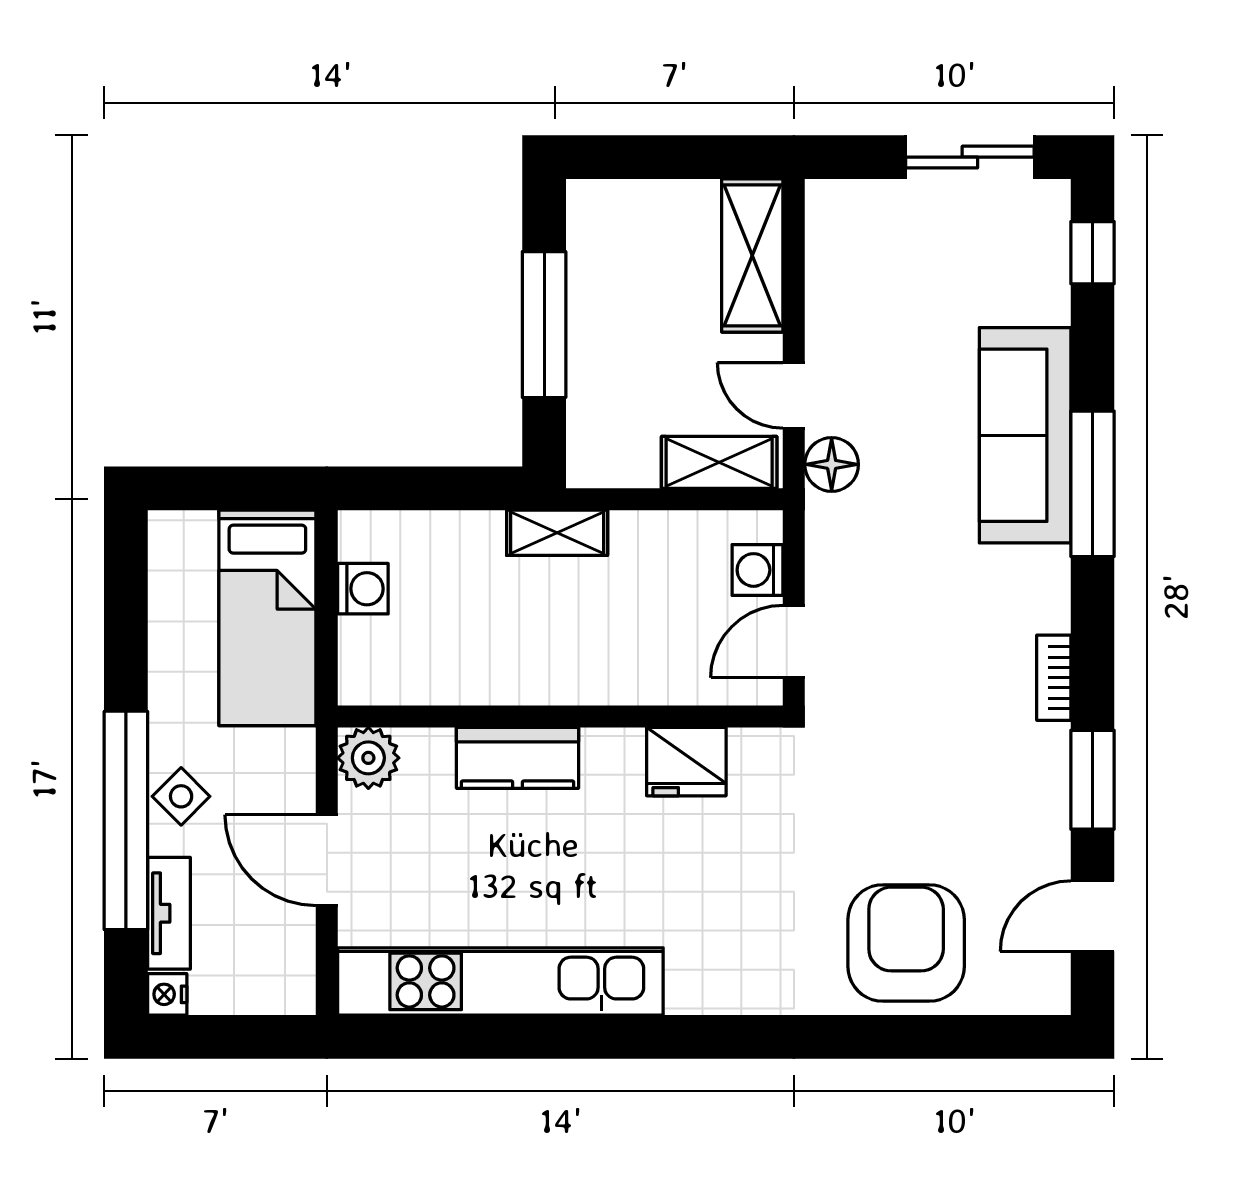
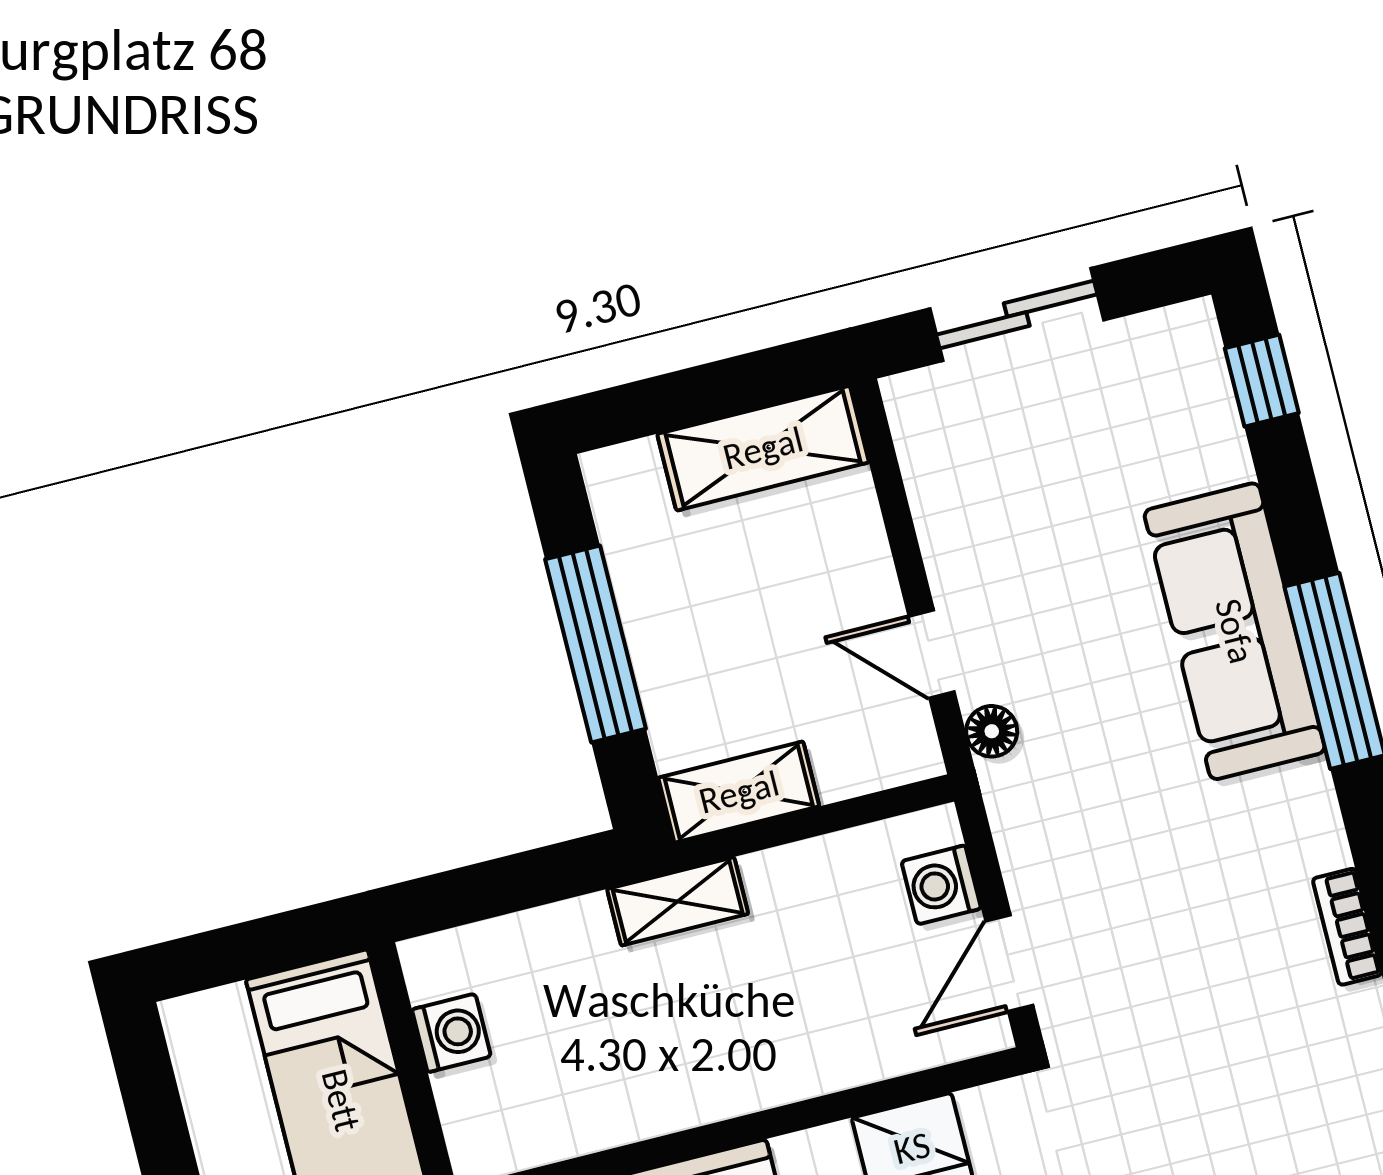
sliding door: (970, 157) -> (1017, 314), moved
shelving: (752, 255) -> (763, 448), moved, turned 90
shelving: (719, 462) -> (739, 792), moved
floor lamp: (832, 464) -> (992, 731), width x0.73, depth x0.73

